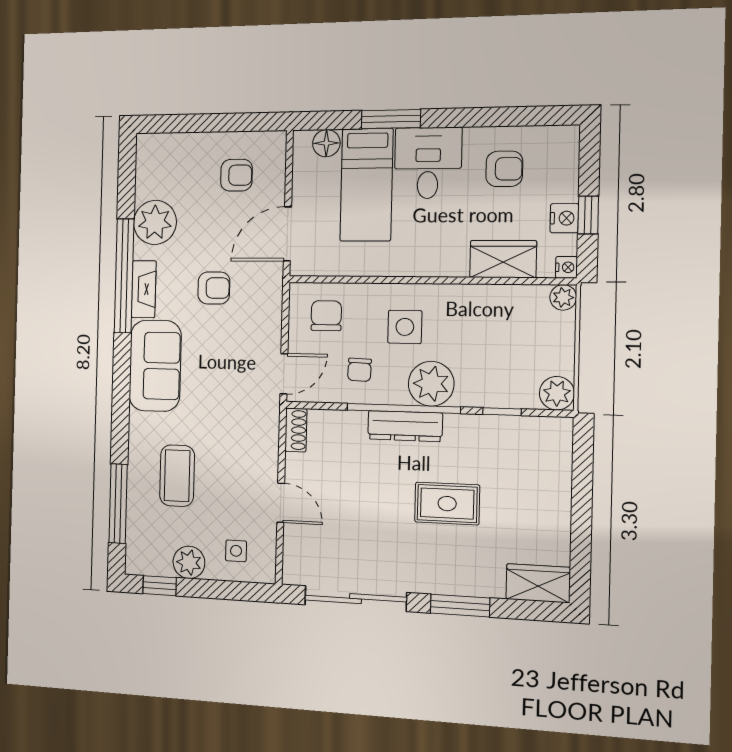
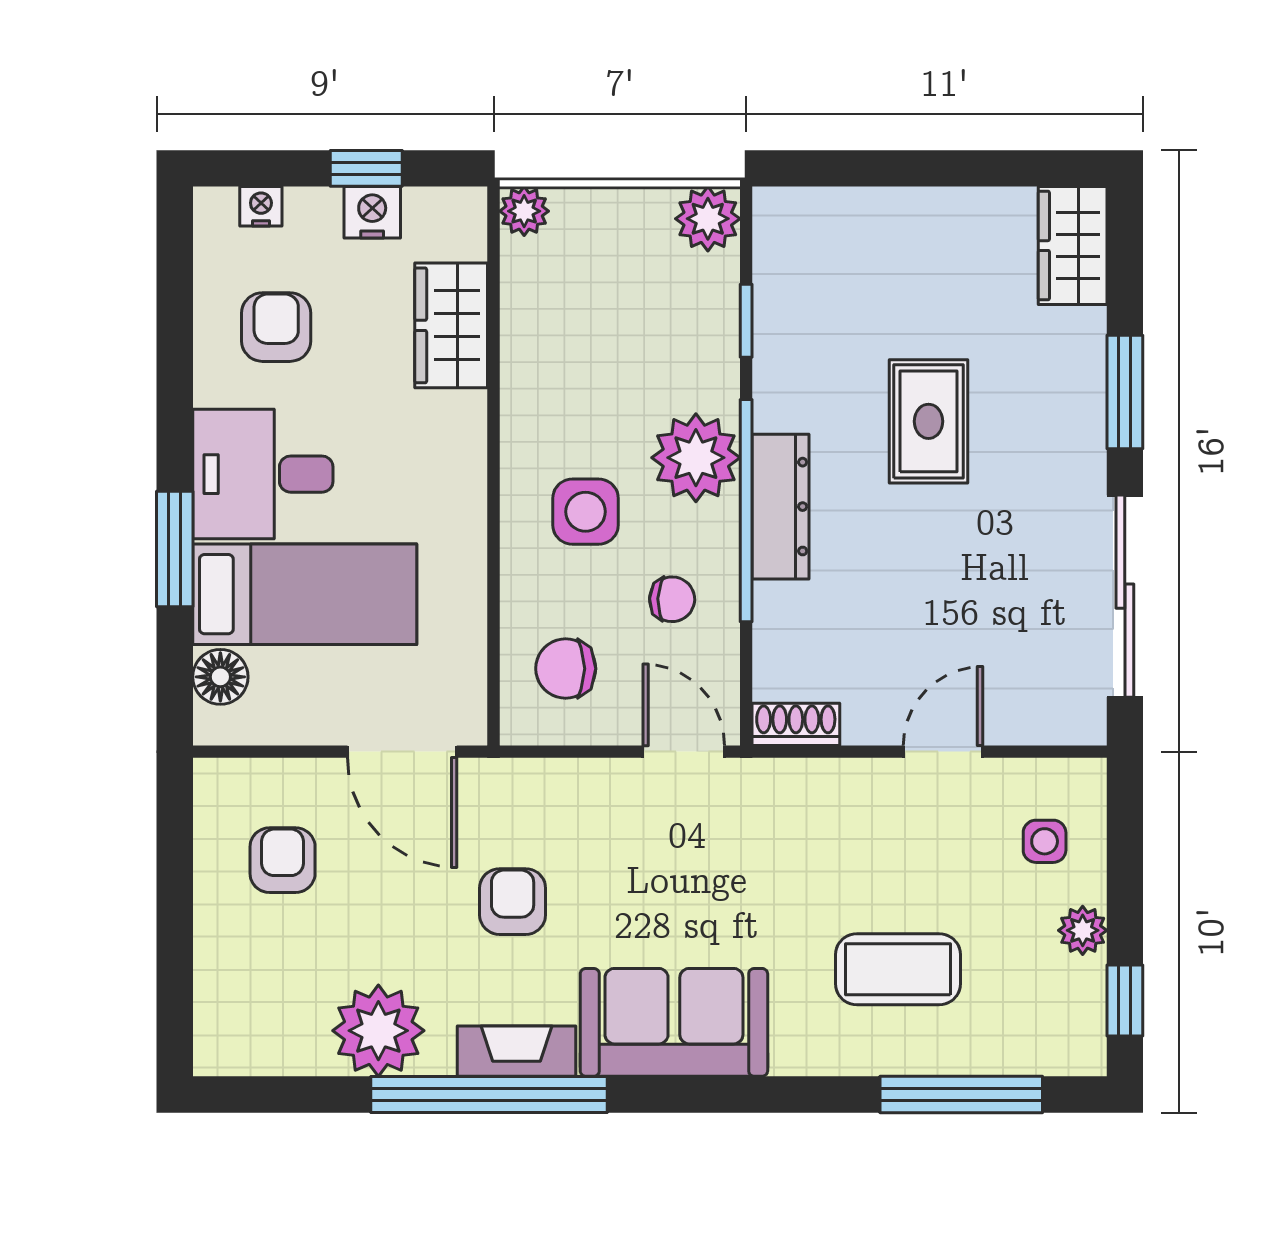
nightstand: (566, 267) -> (261, 206), moved
plant: (189, 562) -> (1083, 930), width x0.73, depth x0.73

